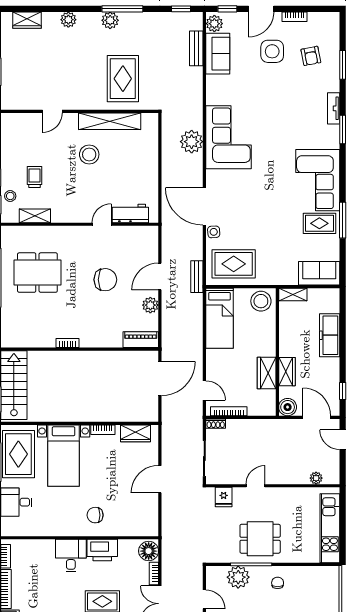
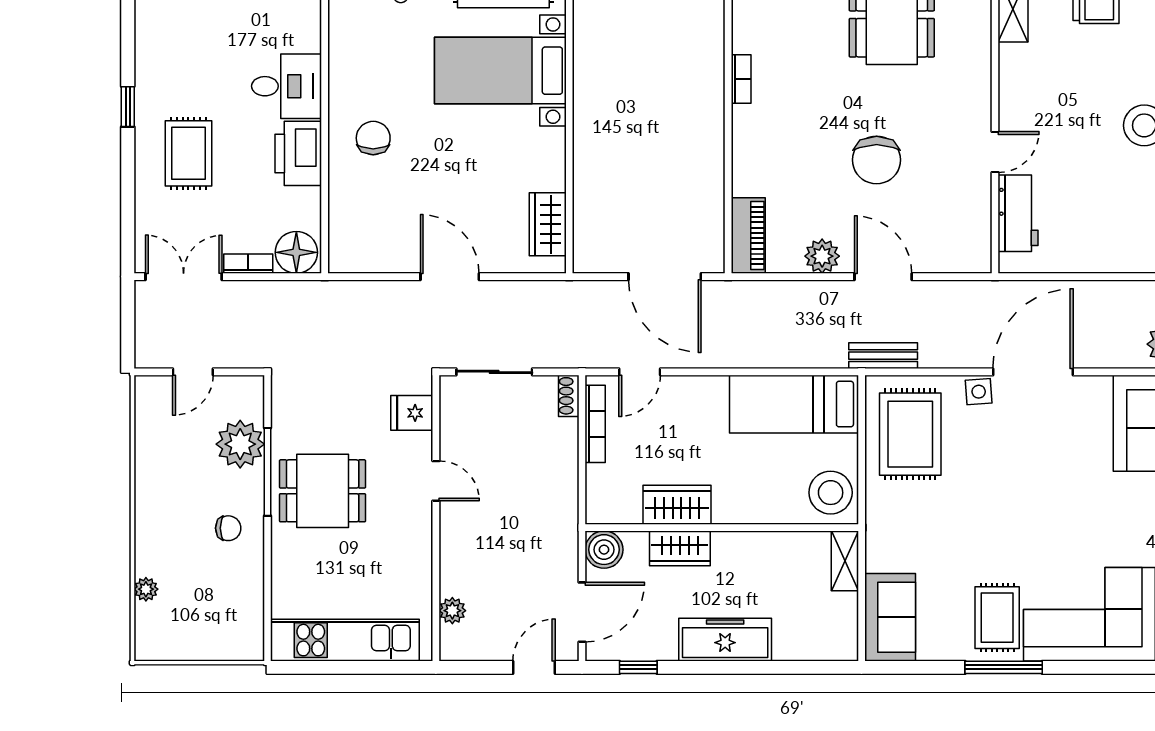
door: (102, 224) -> (995, 152), hinge flipped
freezer: (330, 335) -> (725, 640), moved
bookcase: (103, 430) -> (556, 155), removed
dining table: (260, 539) -> (323, 491), turned 90

